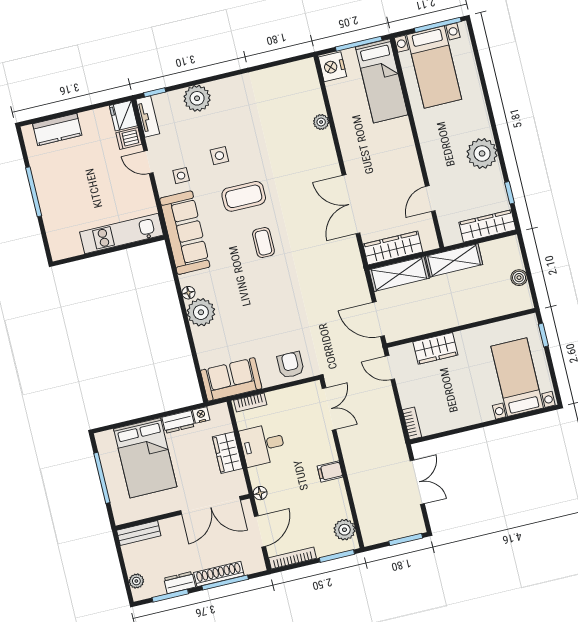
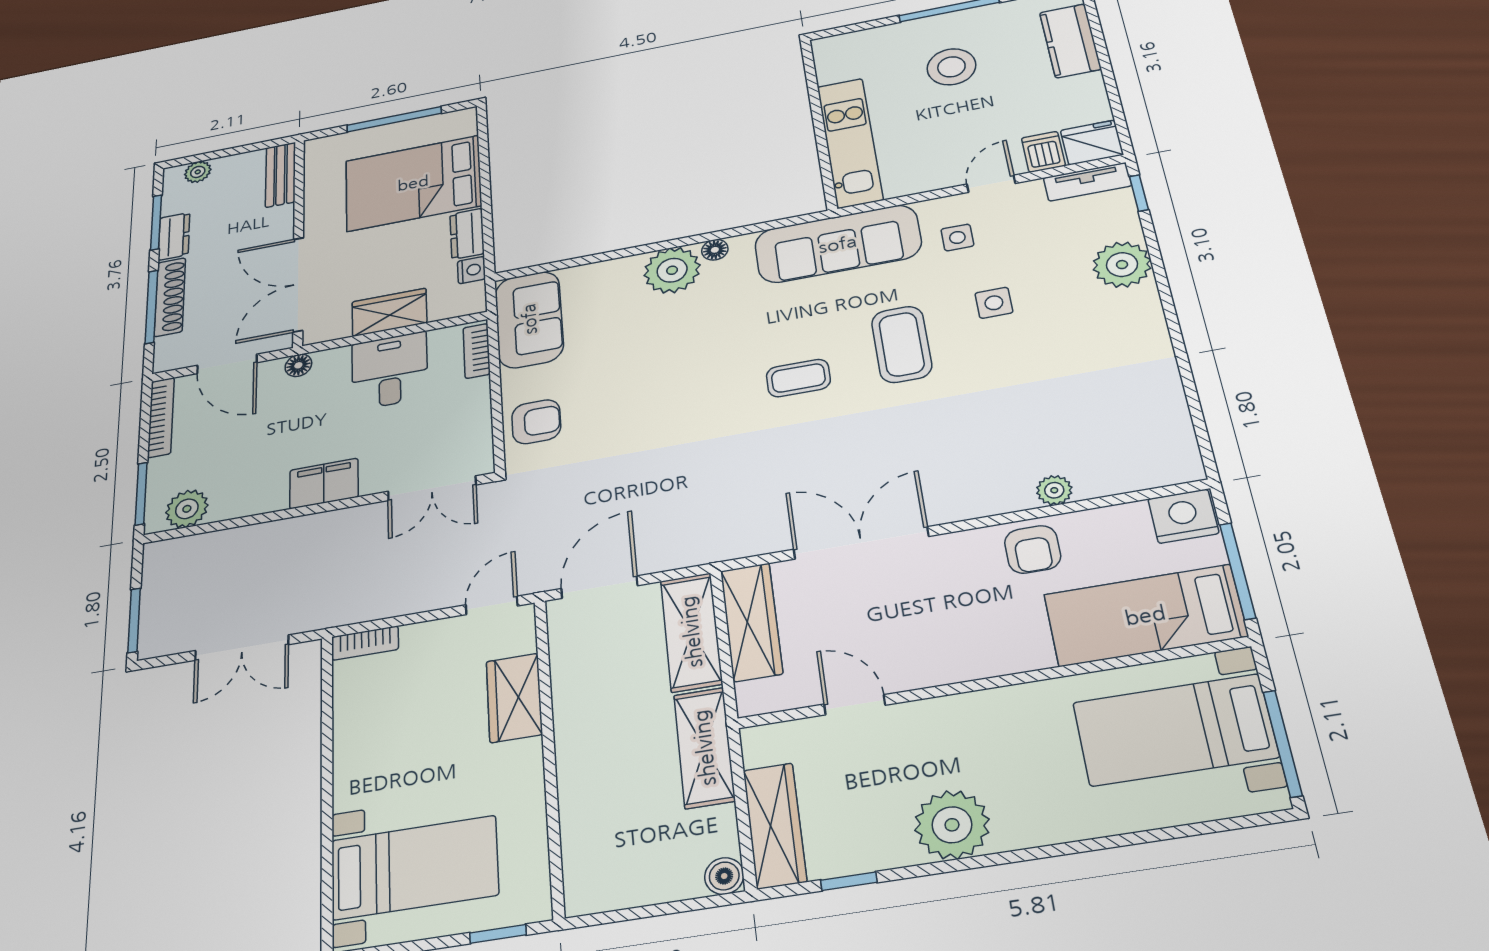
armchair: (351, 129) -> (1033, 549), added
stool: (73, 187) -> (951, 67), added
boiler: (519, 278) -> (724, 876), moved
filing cabinet: (330, 471) -> (324, 483), width x2.00

